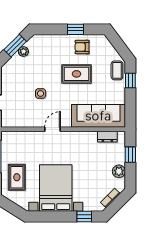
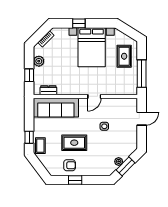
window: (84, 217) -> (79, 23), moved

